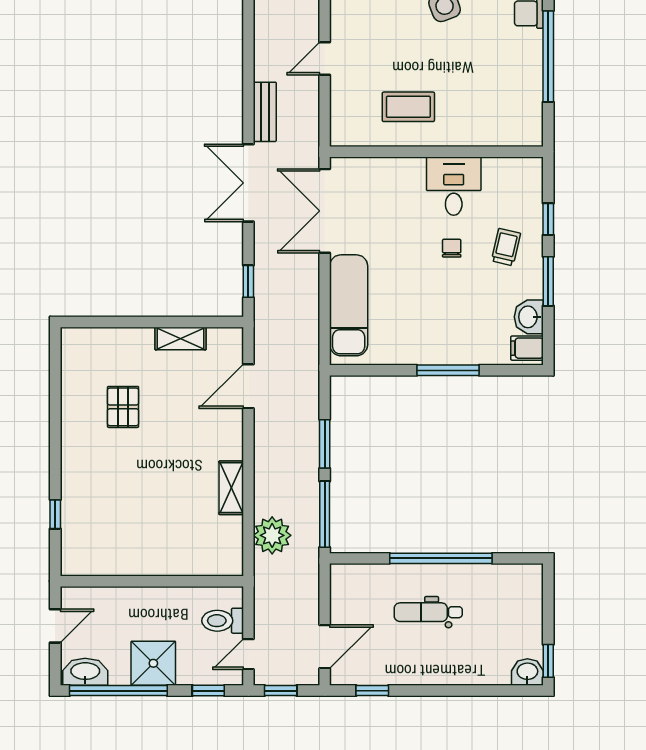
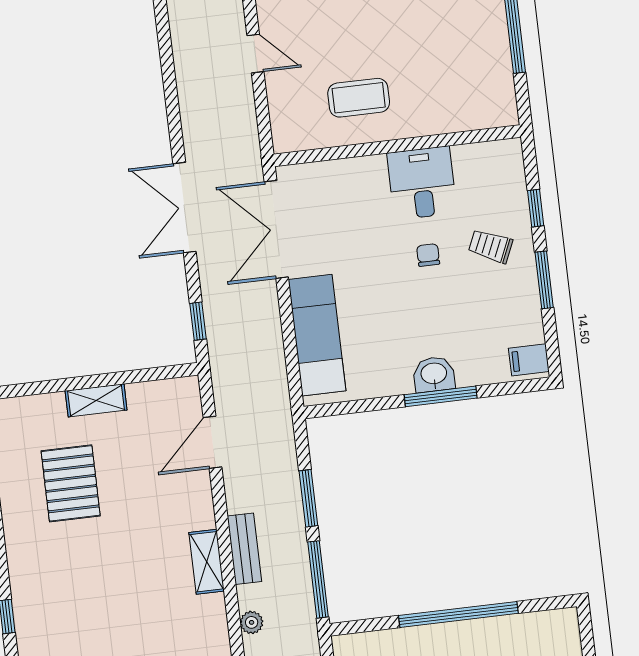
door: (325, 59) -> (255, 54), swing flipped
bench: (265, 112) -> (244, 549), moved
trolley: (506, 247) -> (491, 246), turned -79
washbasin: (529, 317) -> (434, 374), moved, turned 90
shelving: (181, 339) -> (96, 400), moved
pallet: (123, 407) -> (71, 483), width x1.50, depth x1.42
plant: (272, 535) -> (252, 622), width x0.53, depth x0.53

